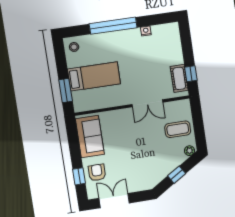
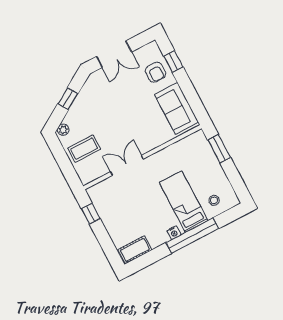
nightstand: (146, 31) -> (174, 233), moved
stool: (74, 47) -> (214, 200), moved
bed: (94, 76) -> (184, 202), moved, turned 90
cot: (179, 78) -> (135, 250), moved, turned 90
double door: (114, 201) -> (114, 54), moved

